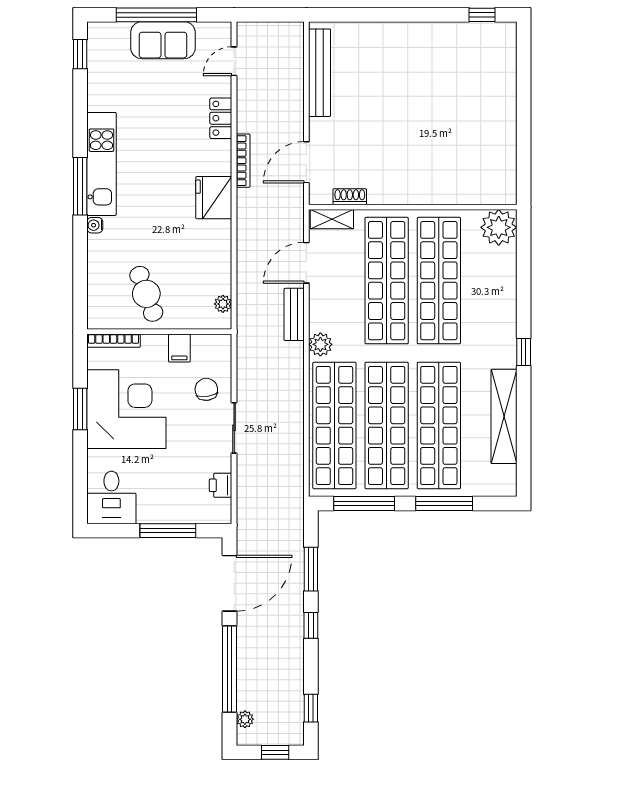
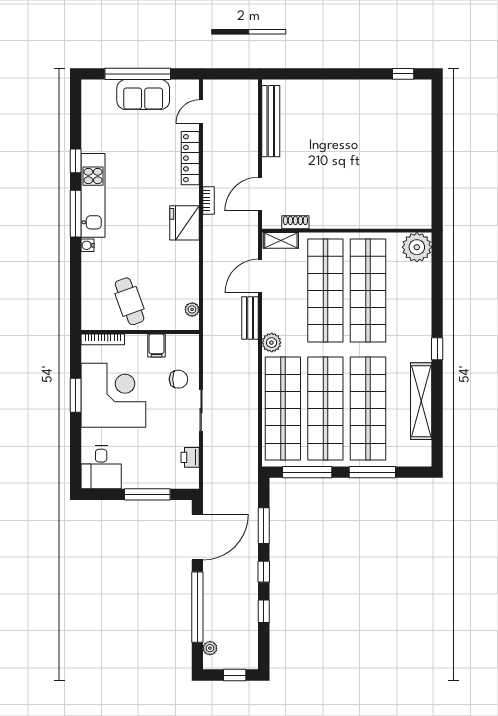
window: (80, 54) -> (76, 161), moved
locker: (221, 118) -> (190, 158), width x1.53
bookcase: (243, 161) -> (208, 201), width x0.64
chair: (206, 389) -> (178, 379), turned 98
window: (311, 708) -> (264, 611), moved

